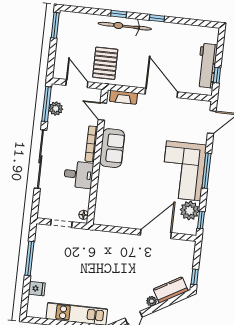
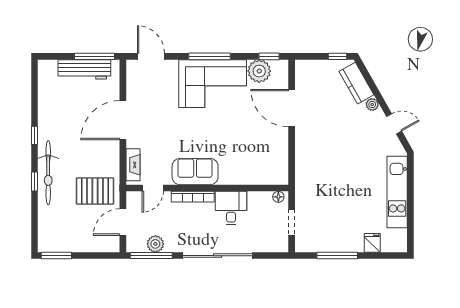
window: (217, 75) -> (95, 56), width x2.17

